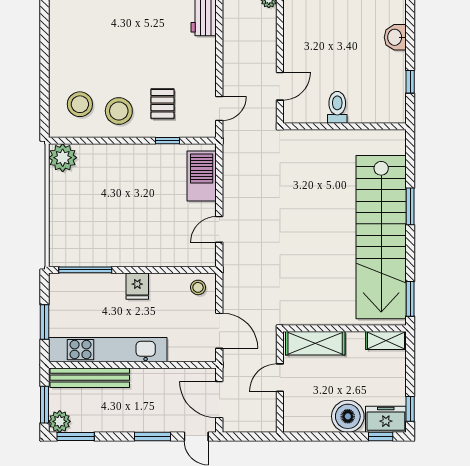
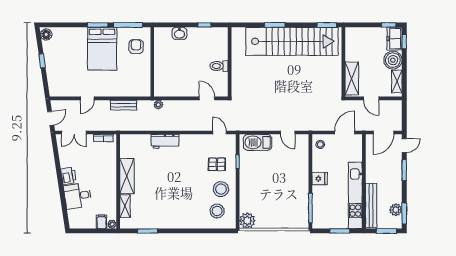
shelving: (386, 341) -> (397, 81), moved
plant: (60, 421) -> (396, 210), moved

